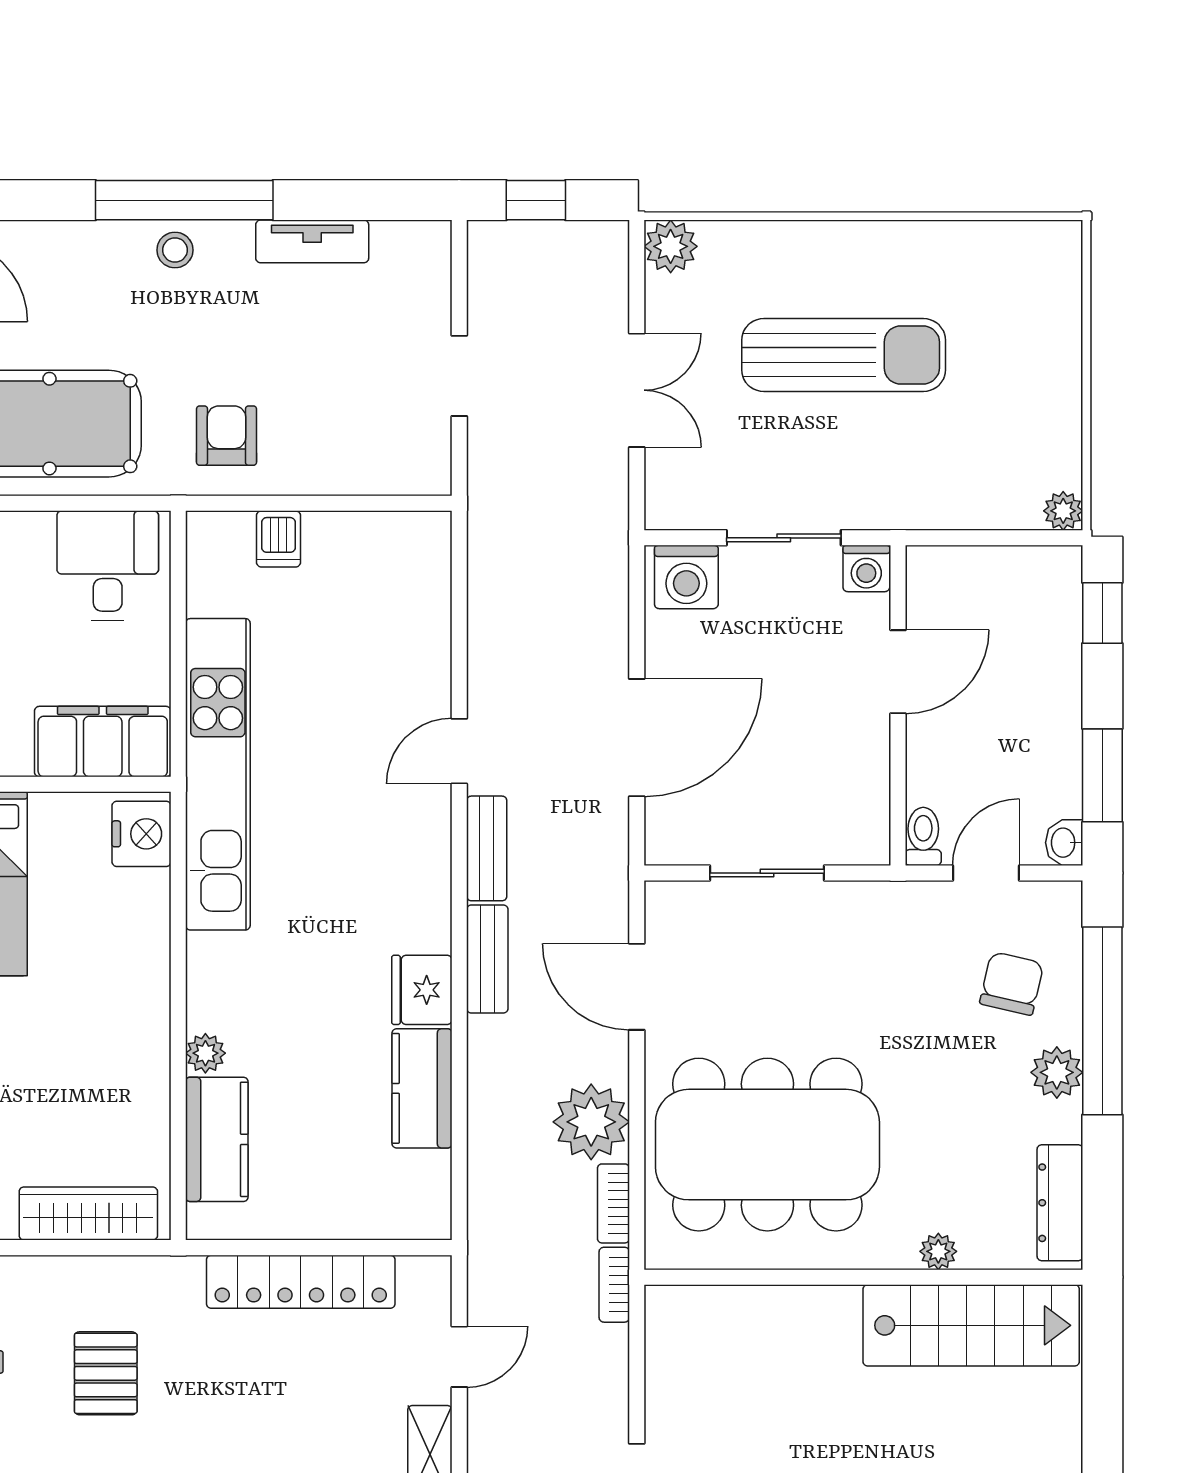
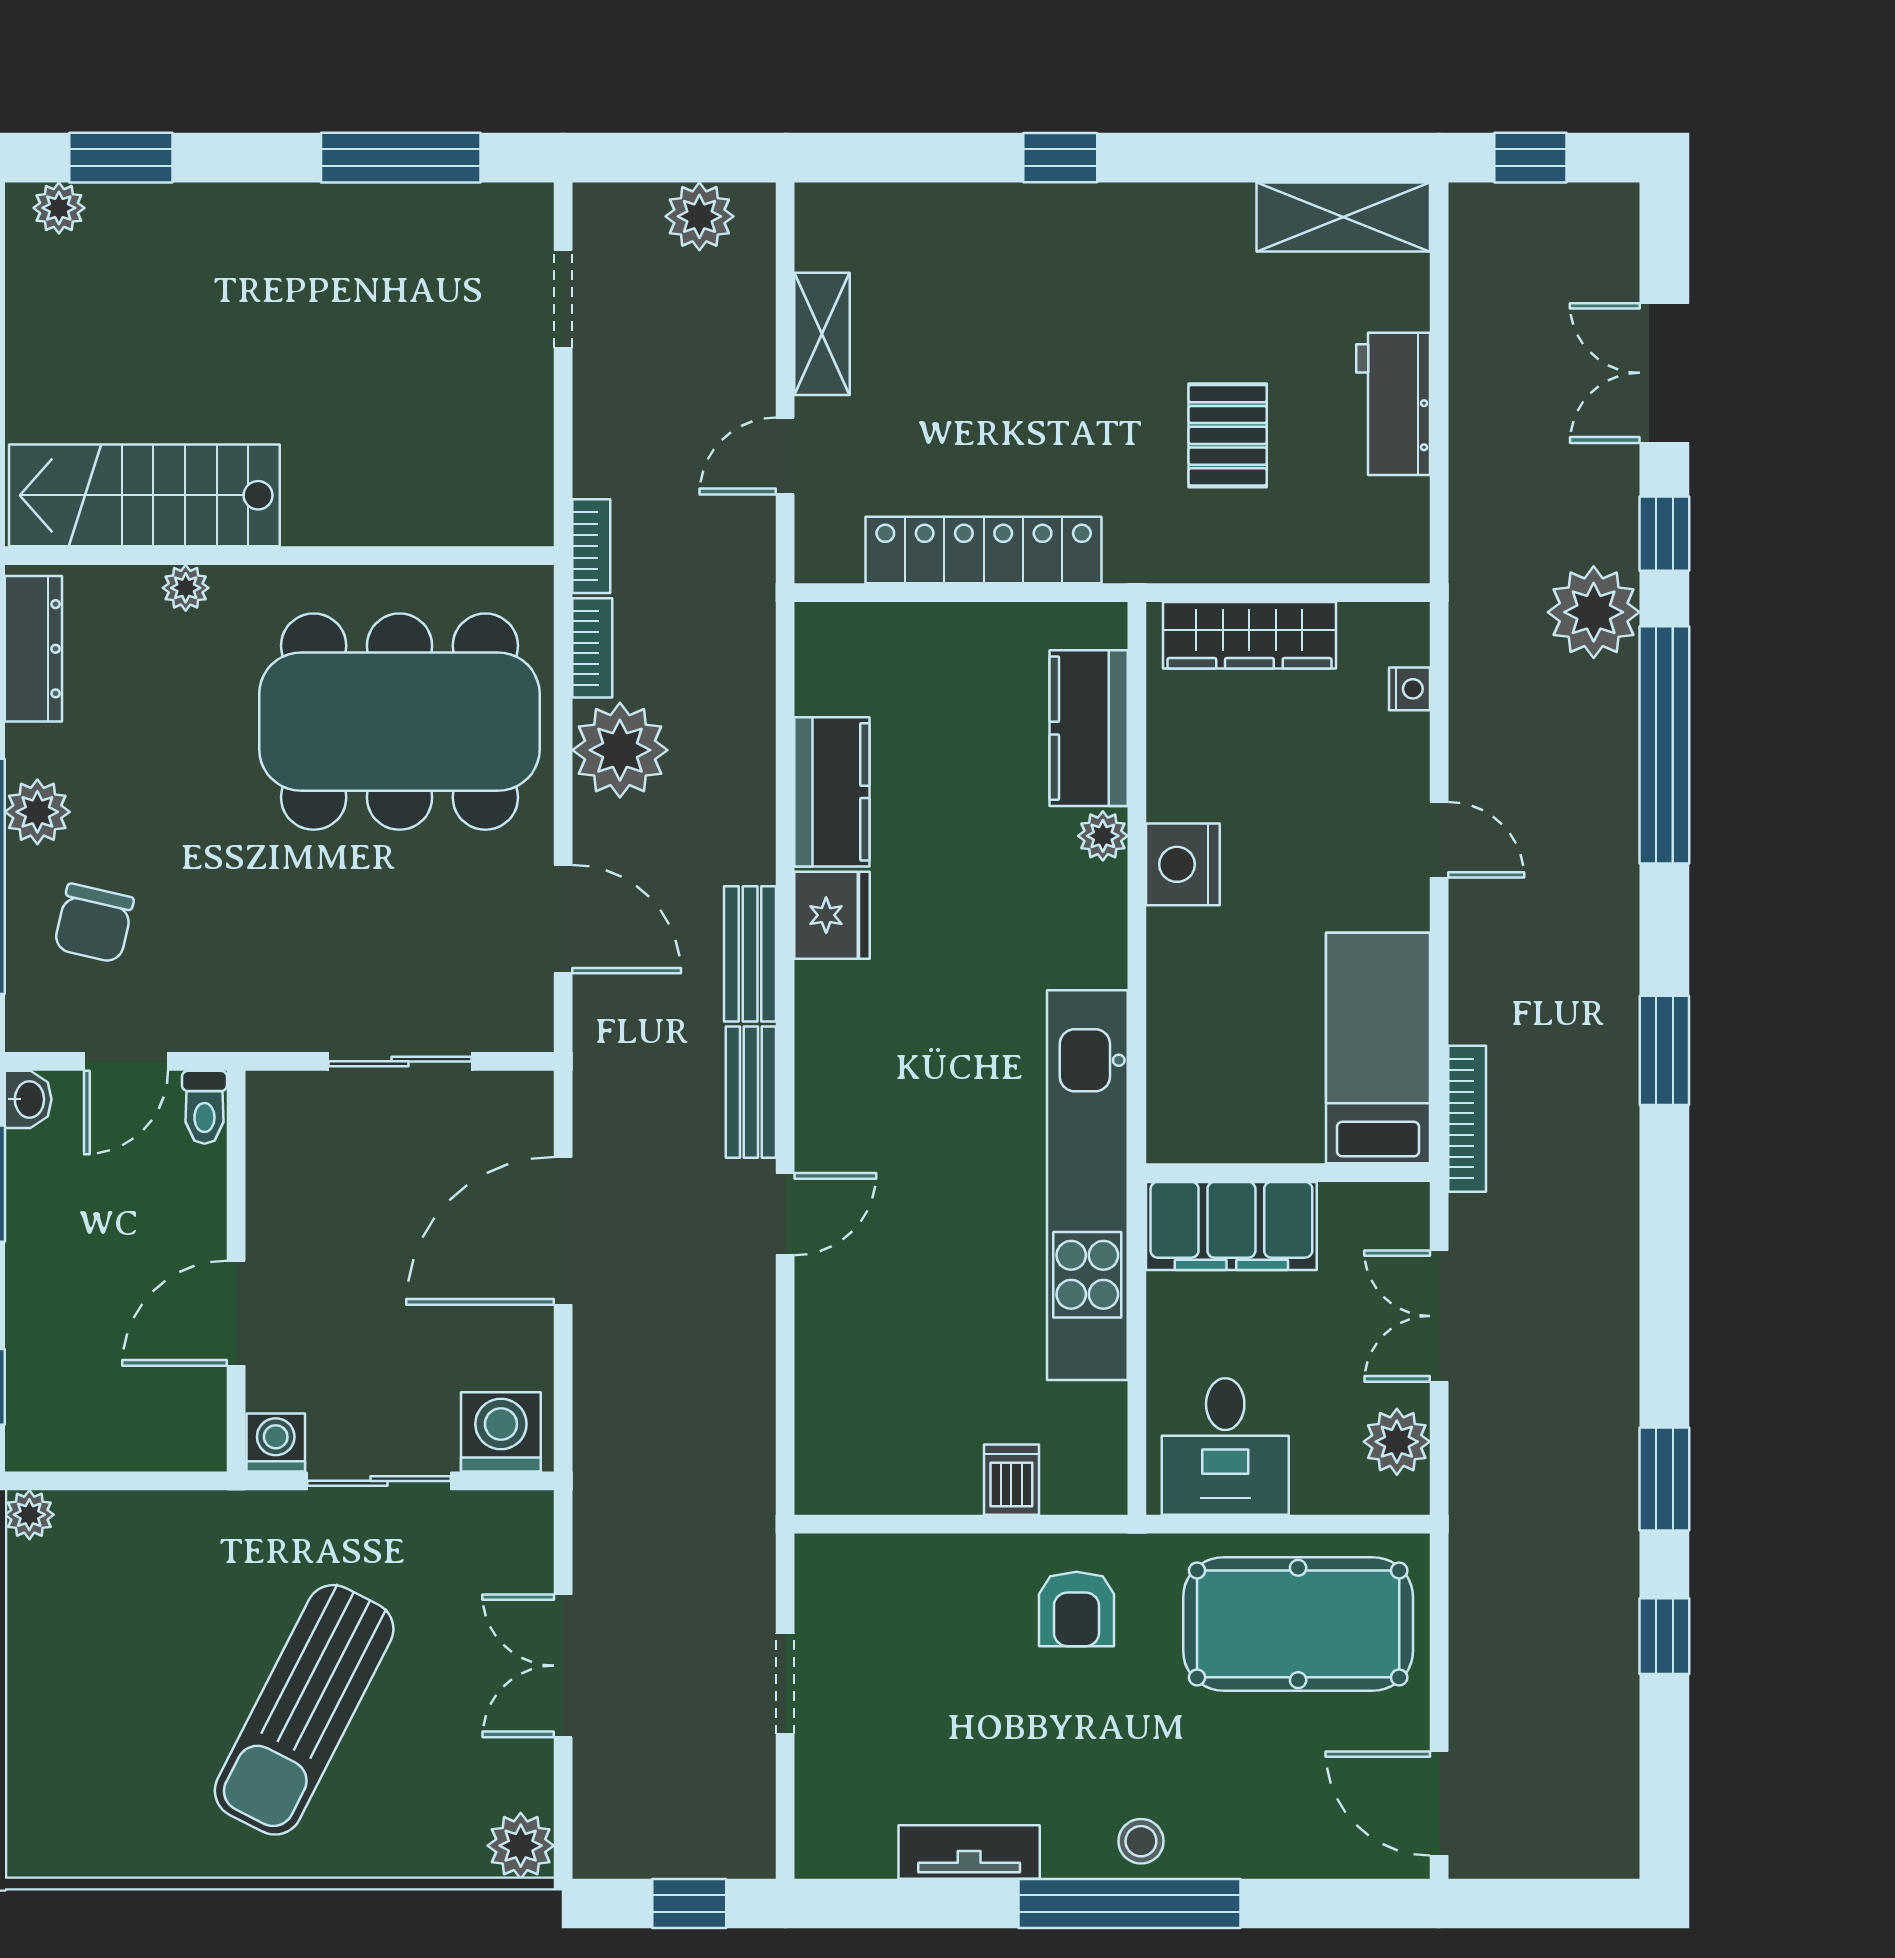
sun lounger: (844, 355) -> (304, 1710), turned -63
nightstand: (142, 834) -> (1183, 864), moved

